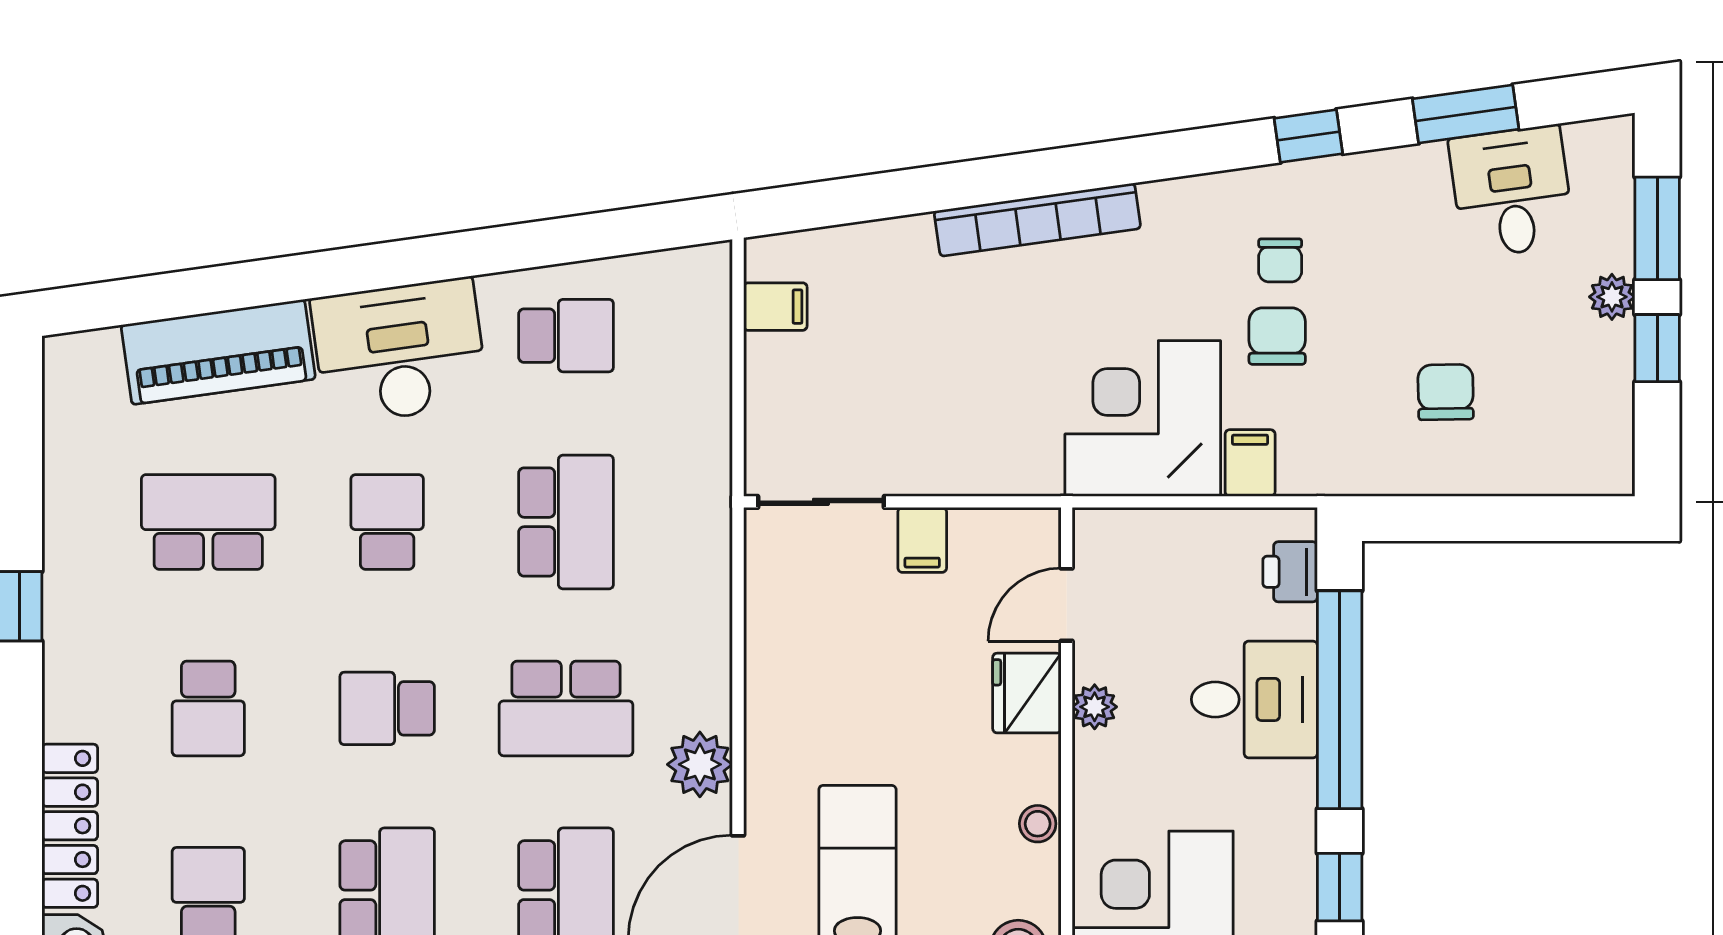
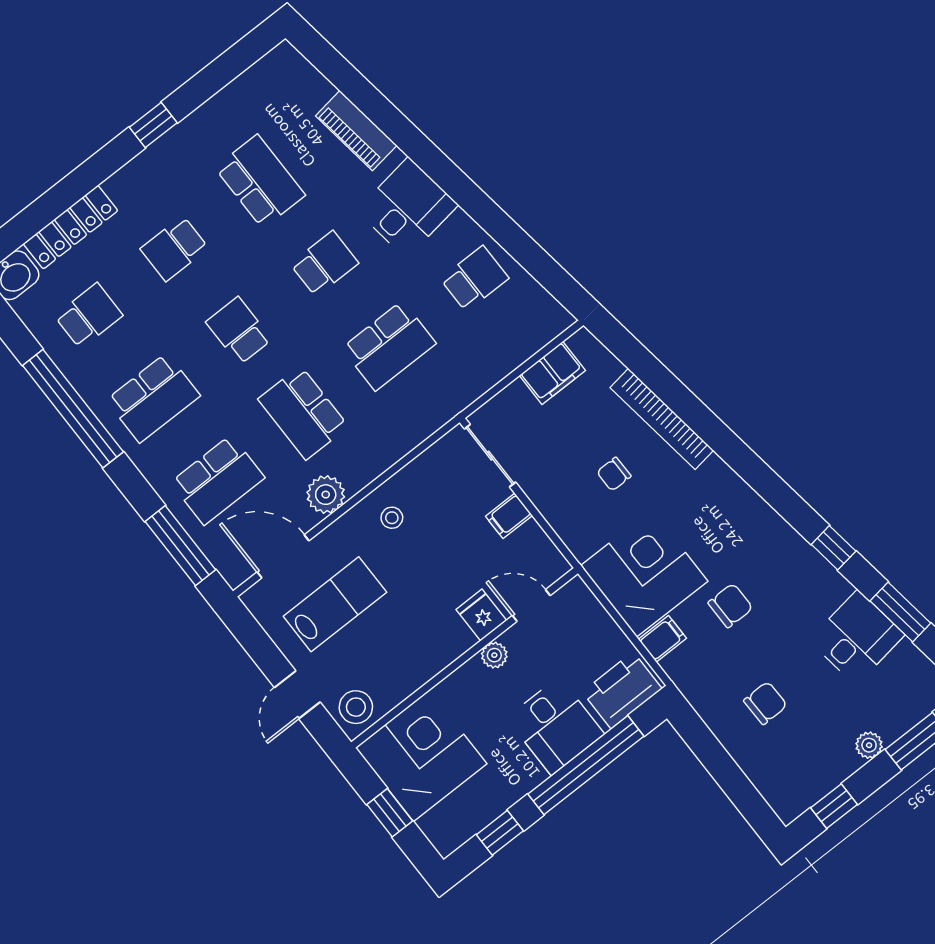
desk: (1512, 192) -> (857, 638), moved
bookcase: (1037, 220) -> (662, 419), moved
chair: (1280, 260) -> (614, 474), moved
filing cabinet: (775, 307) -> (552, 373), width x2.00
school desk: (566, 336) -> (474, 279), turned -90
window: (1657, 348) -> (834, 806), moved
desk: (400, 351) -> (407, 208), width x0.73
piano: (218, 352) -> (356, 131), width x0.73, depth x0.75
printer: (1290, 572) -> (622, 690), width x1.87, depth x1.48
fridge: (1027, 693) -> (481, 615), width x0.72
stool: (1038, 824) -> (392, 518), moved

